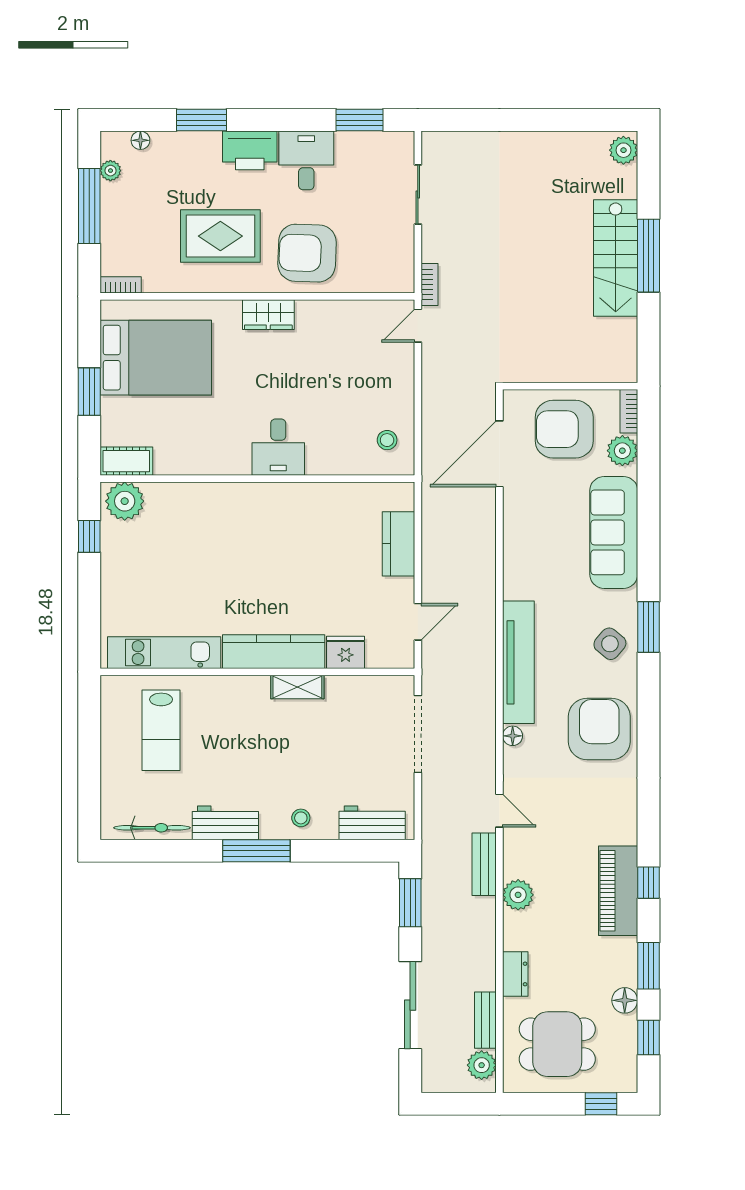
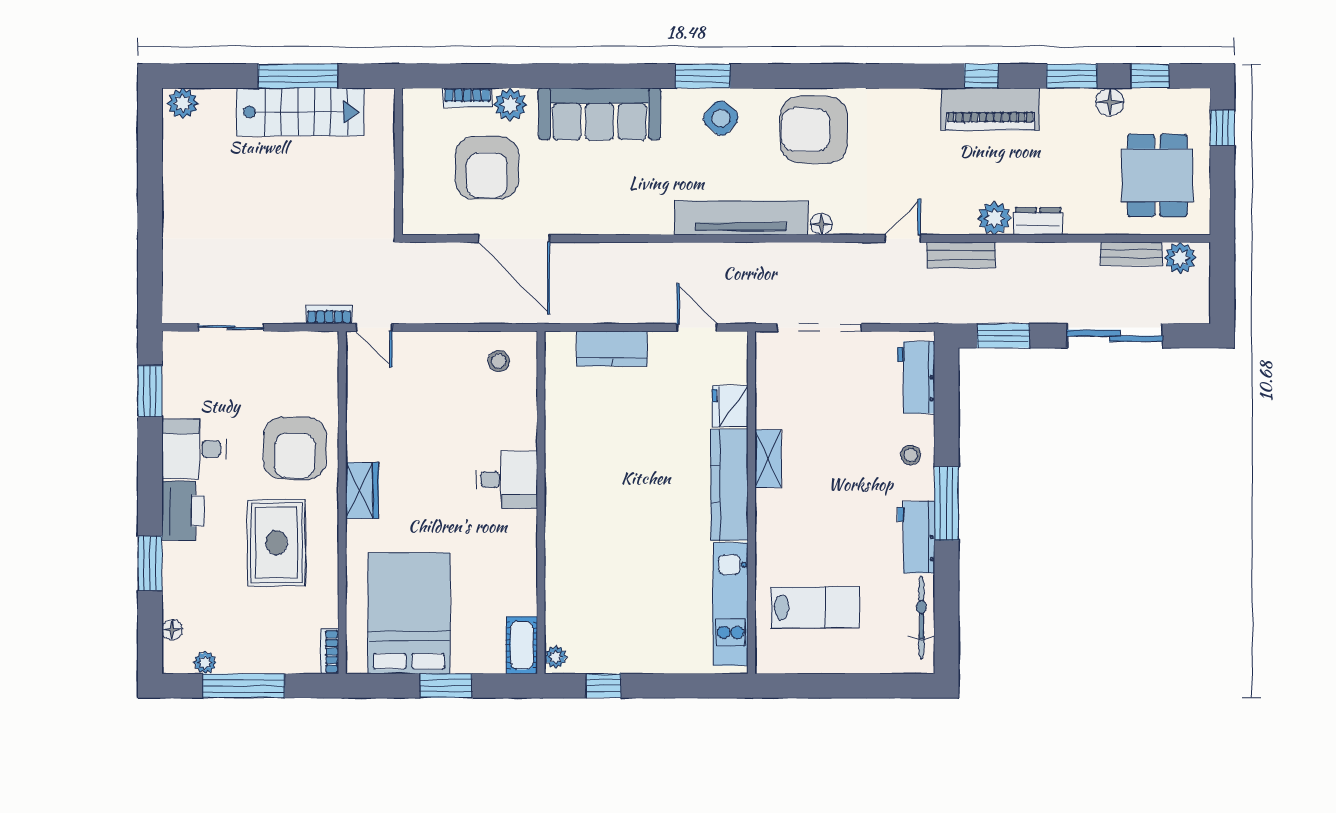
wall: (570, 386) -> (398, 161), moved
plant: (125, 501) -> (556, 657), width x0.53, depth x0.53
dresser: (515, 974) -> (1038, 221), moved

